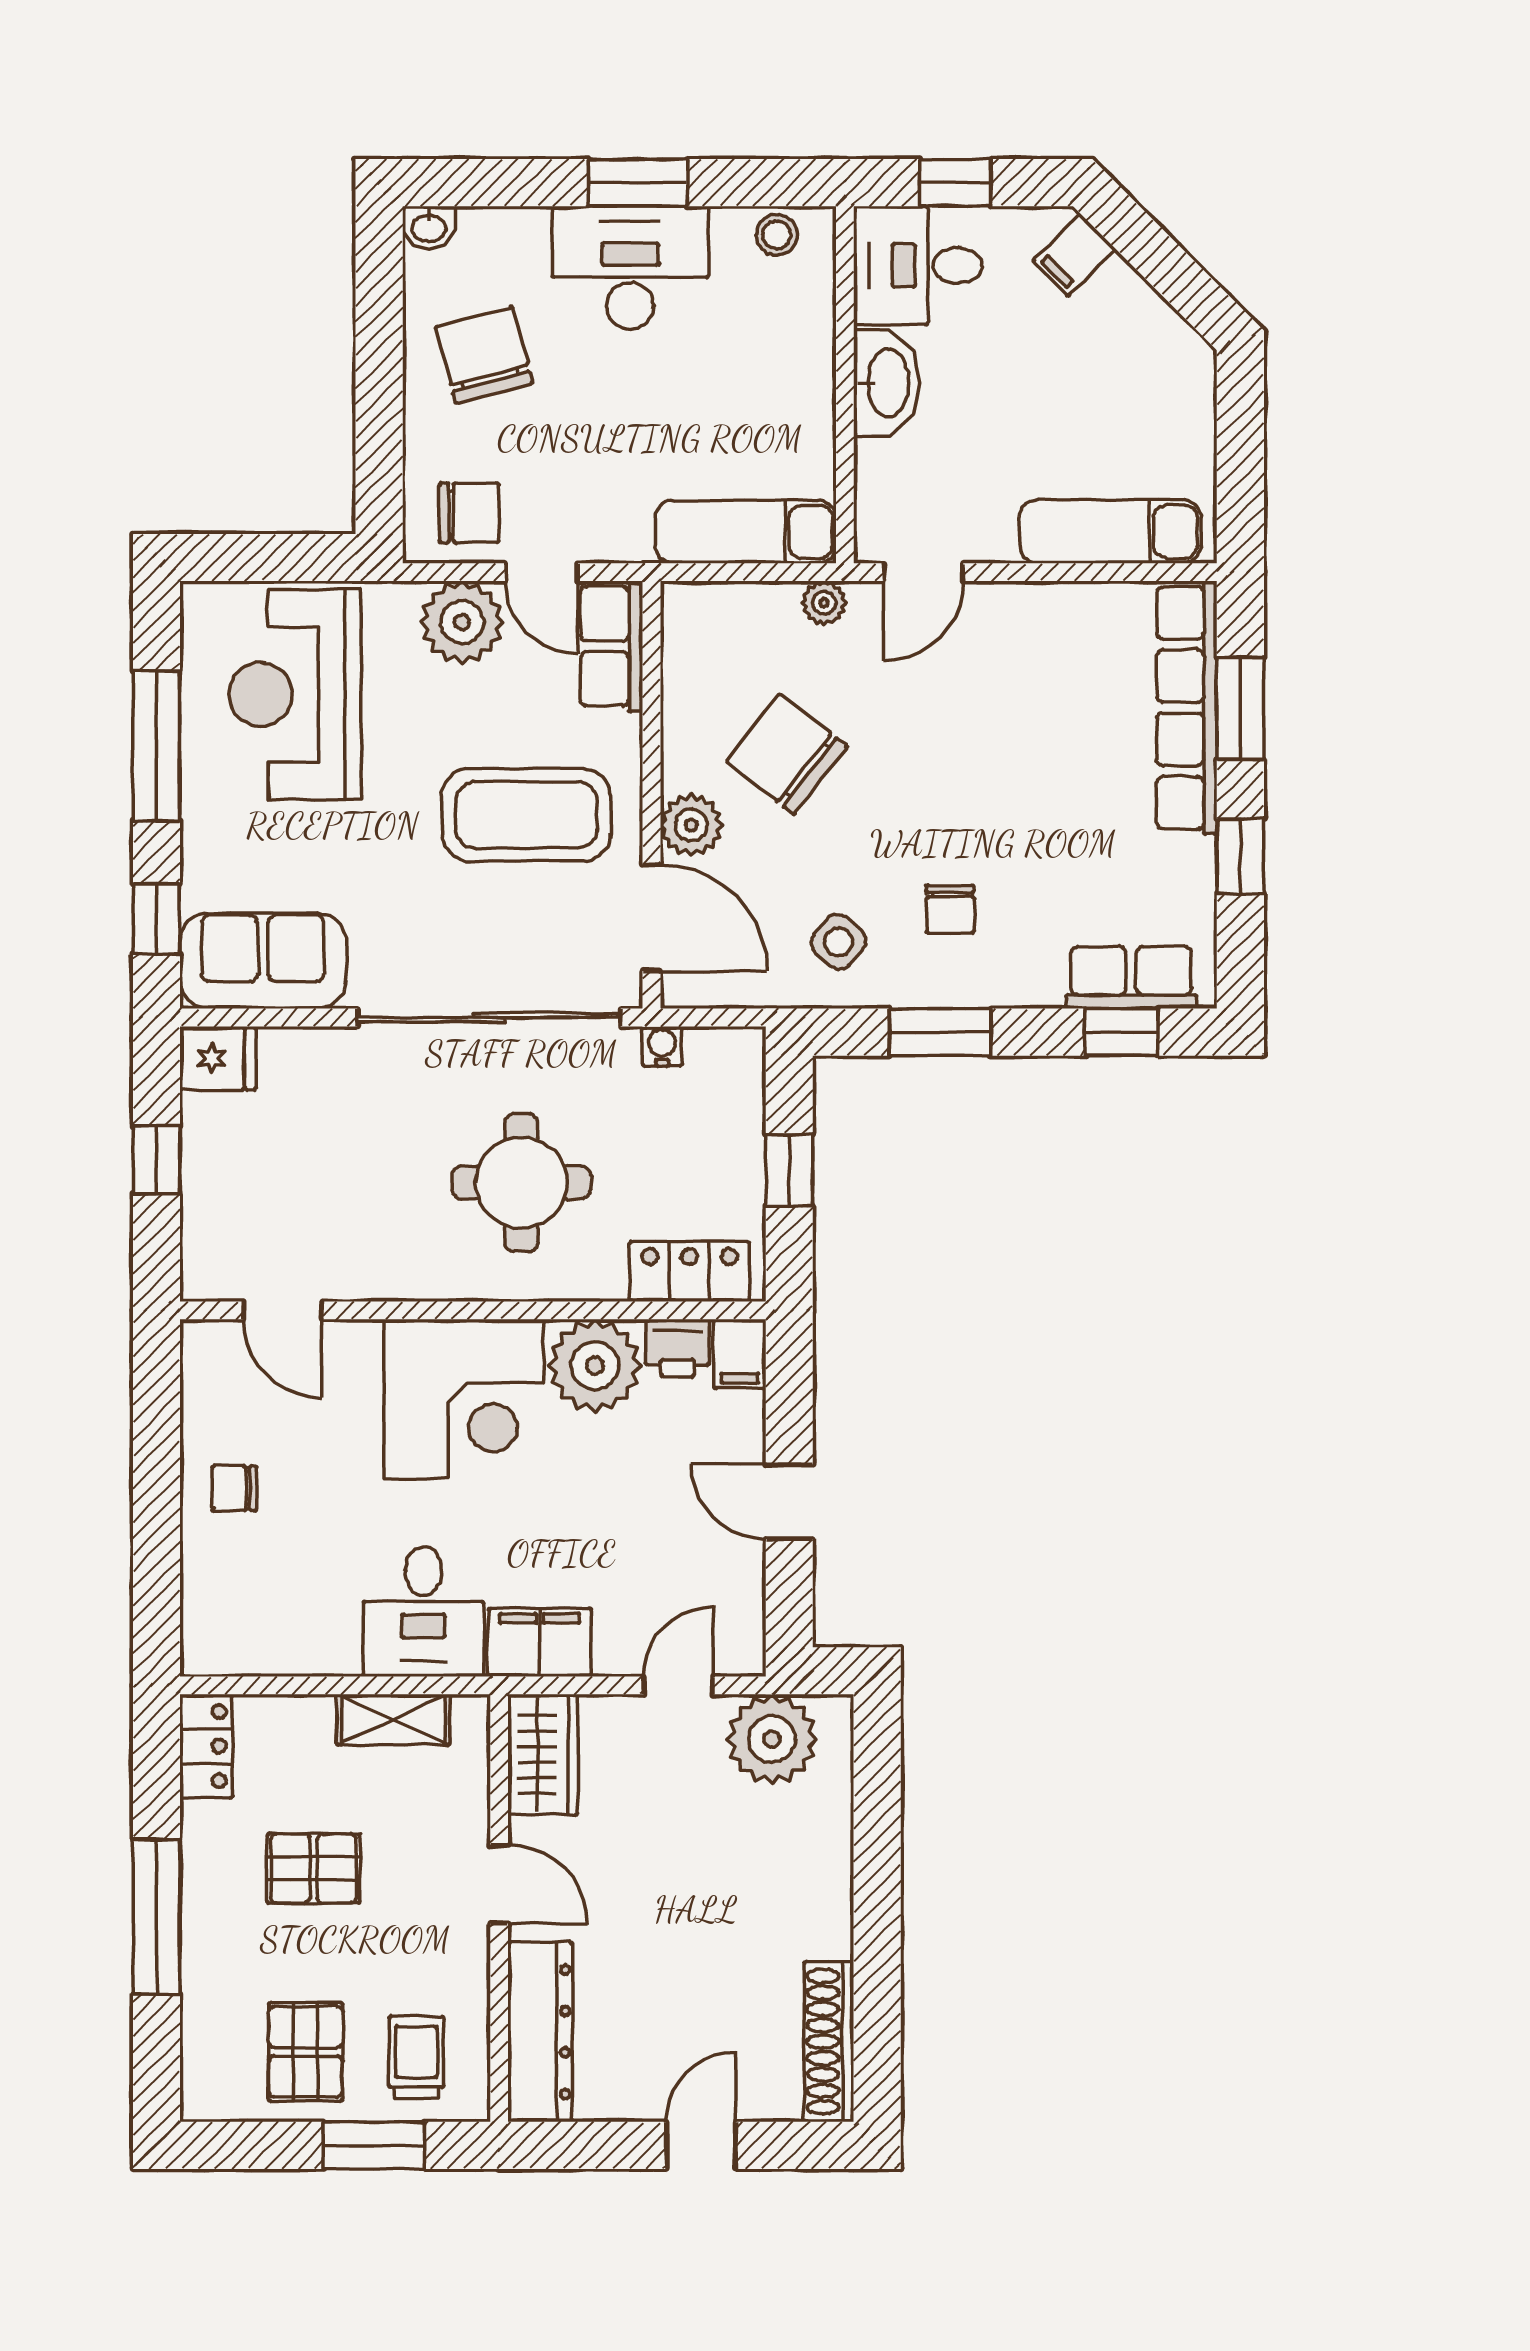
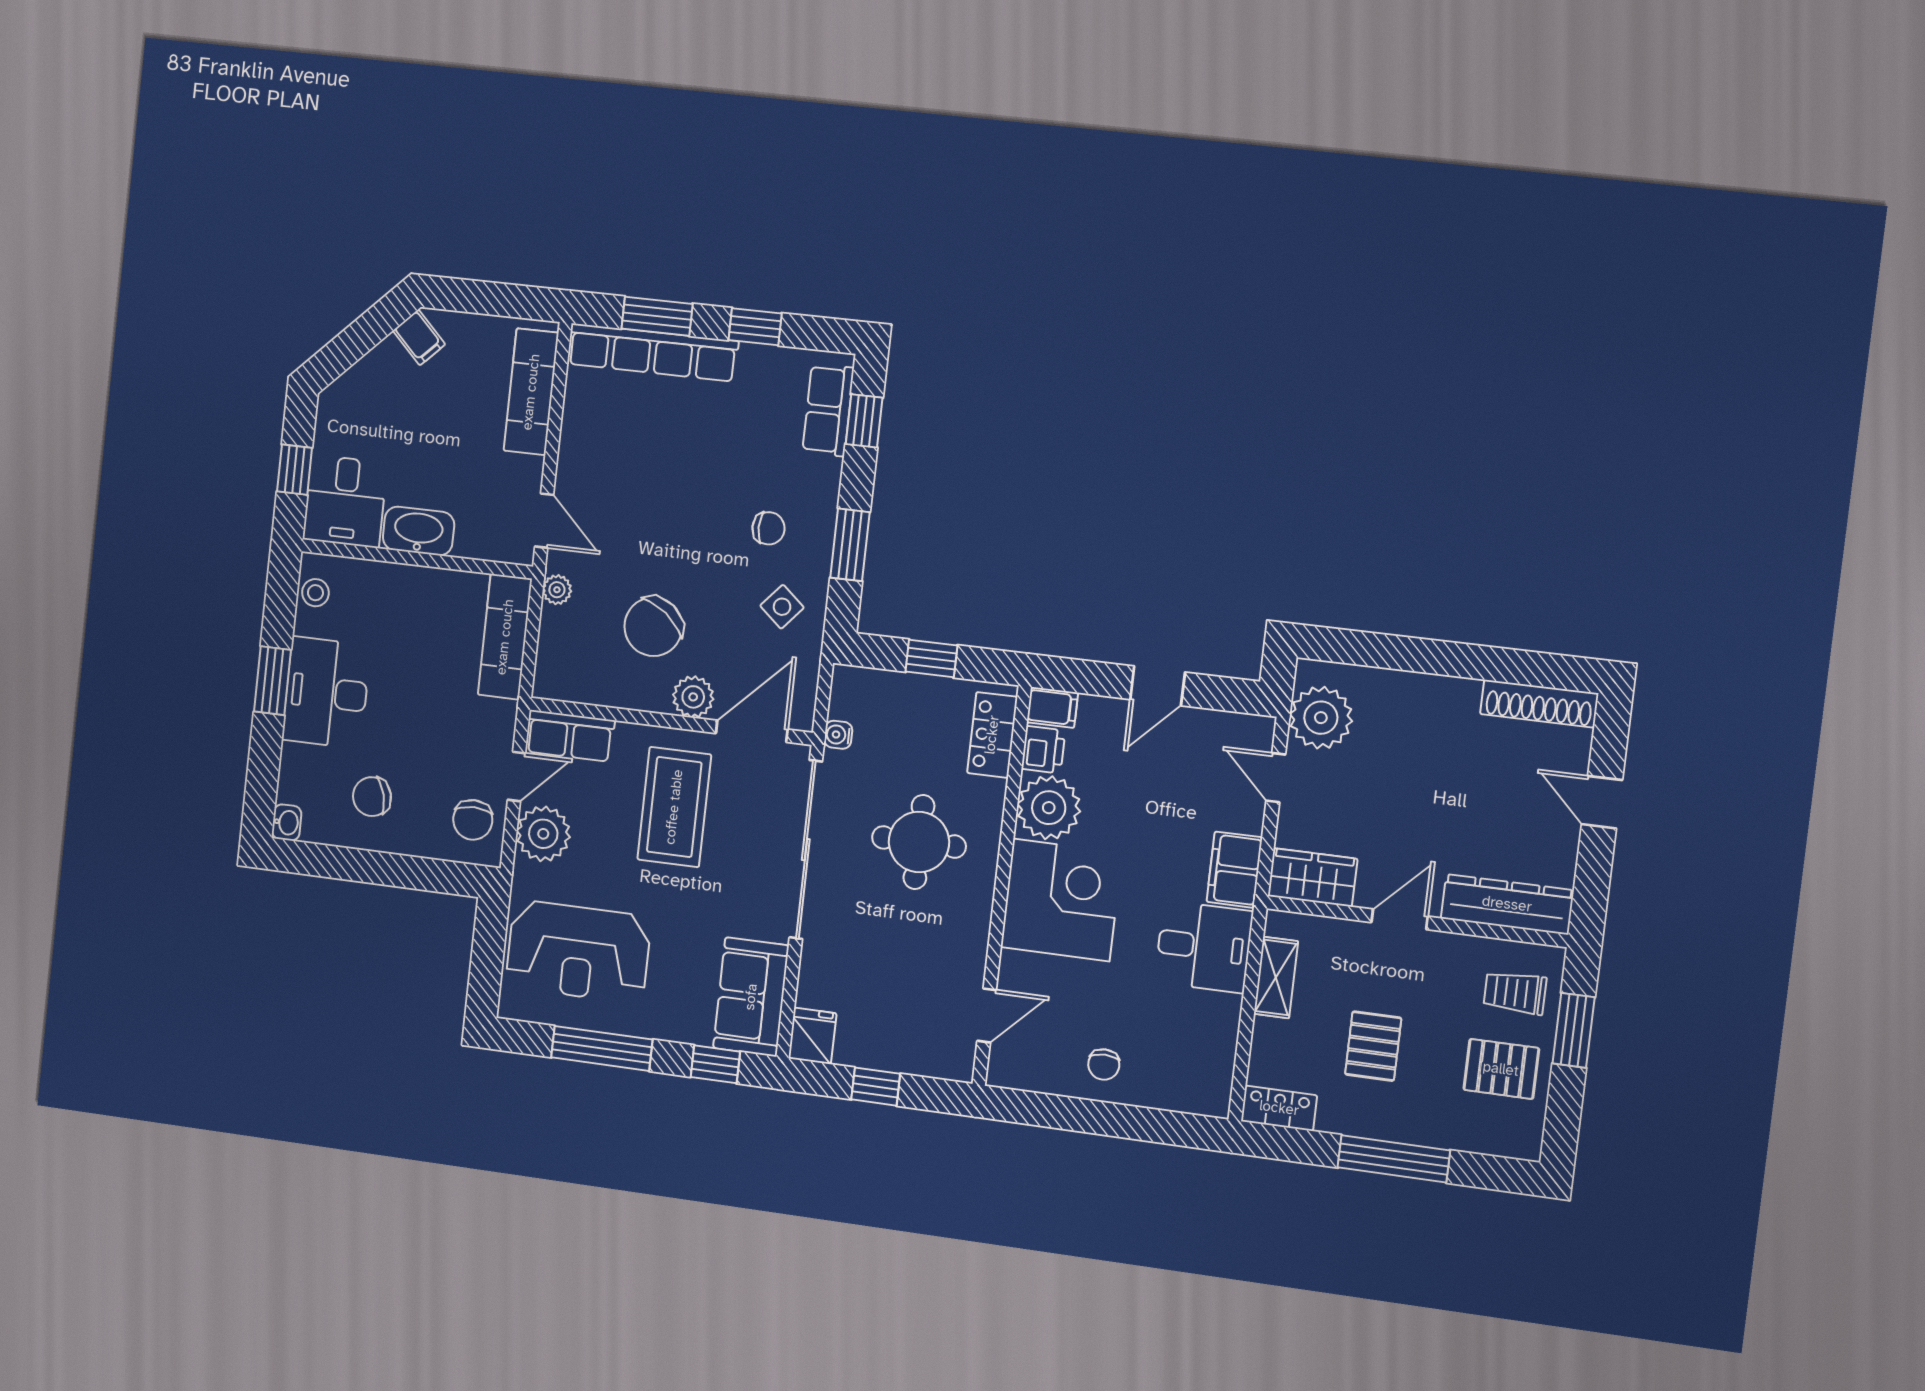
filing cabinet: (1074, 255) -> (419, 337), moved
chair: (484, 355) -> (372, 797), width x0.73, depth x0.73
chair: (469, 513) -> (473, 820), turned 180

